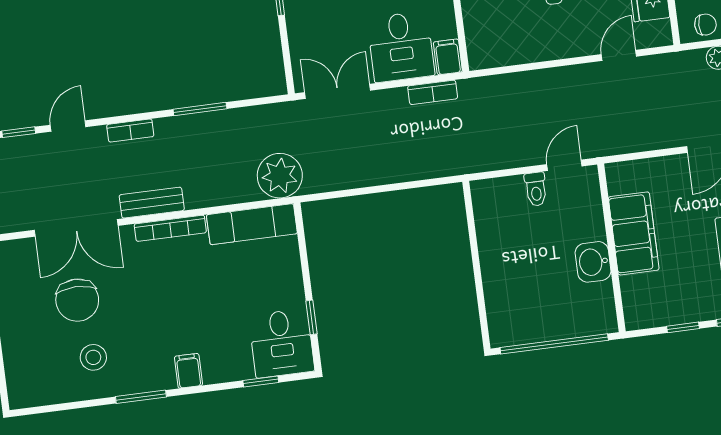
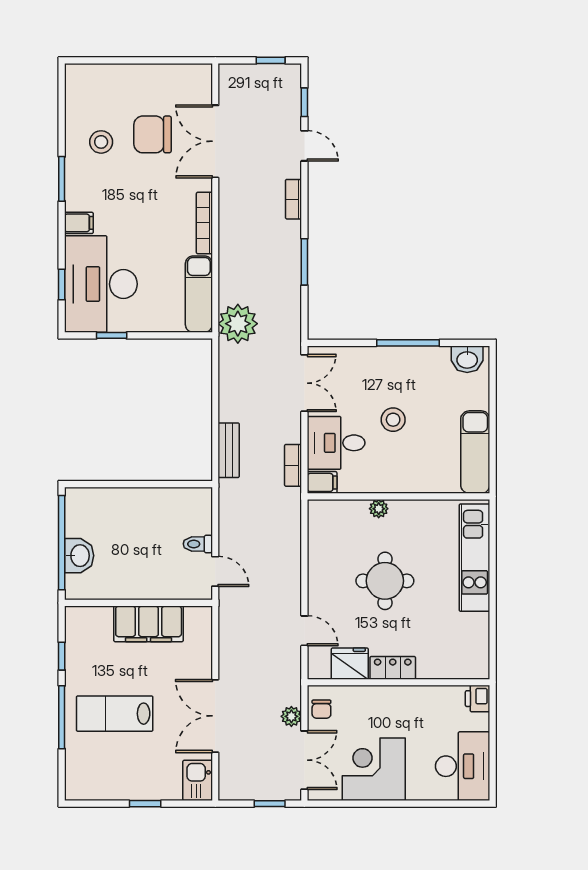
bench: (152, 203) -> (229, 450), moved
washbasin: (593, 262) -> (79, 556), moved, turned 90
desk: (282, 343) -> (101, 284), width x1.87, depth x1.30

